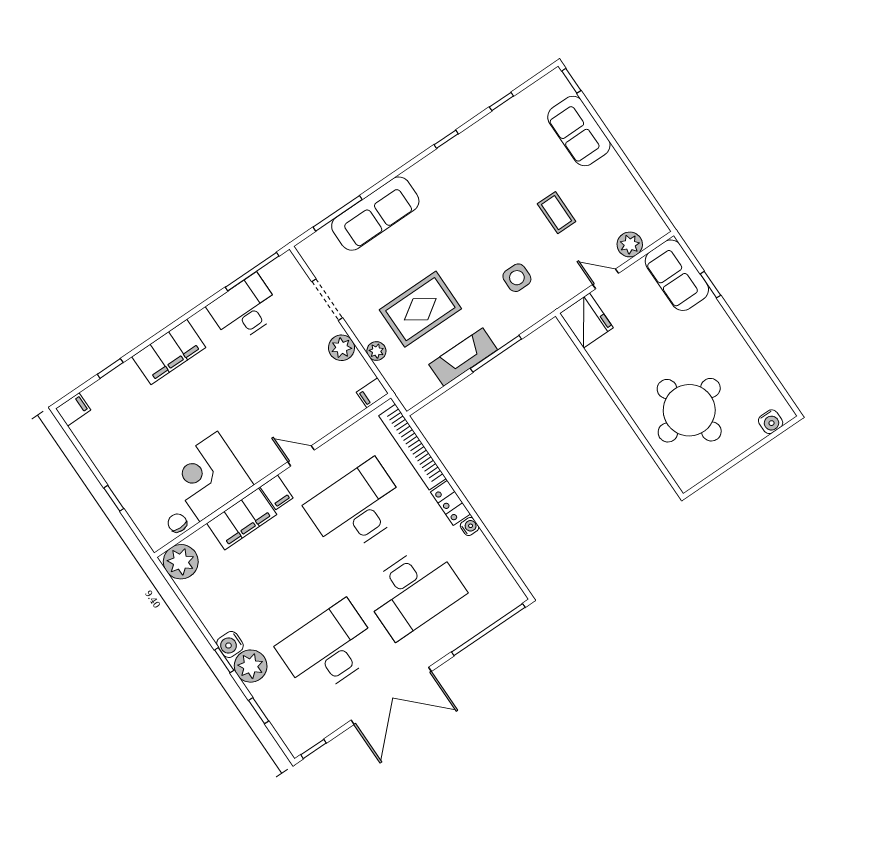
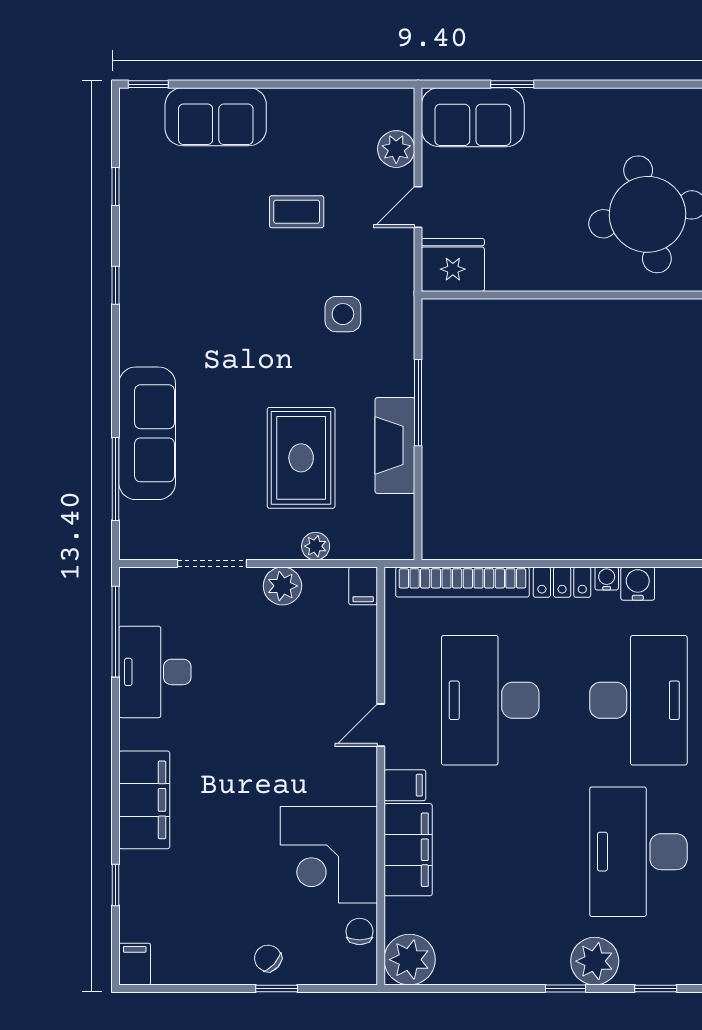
chair: (127, 482) -> (268, 958), added
chair: (177, 523) -> (360, 931), turned 90
water cooler: (230, 644) -> (638, 584), moved, turned 180

